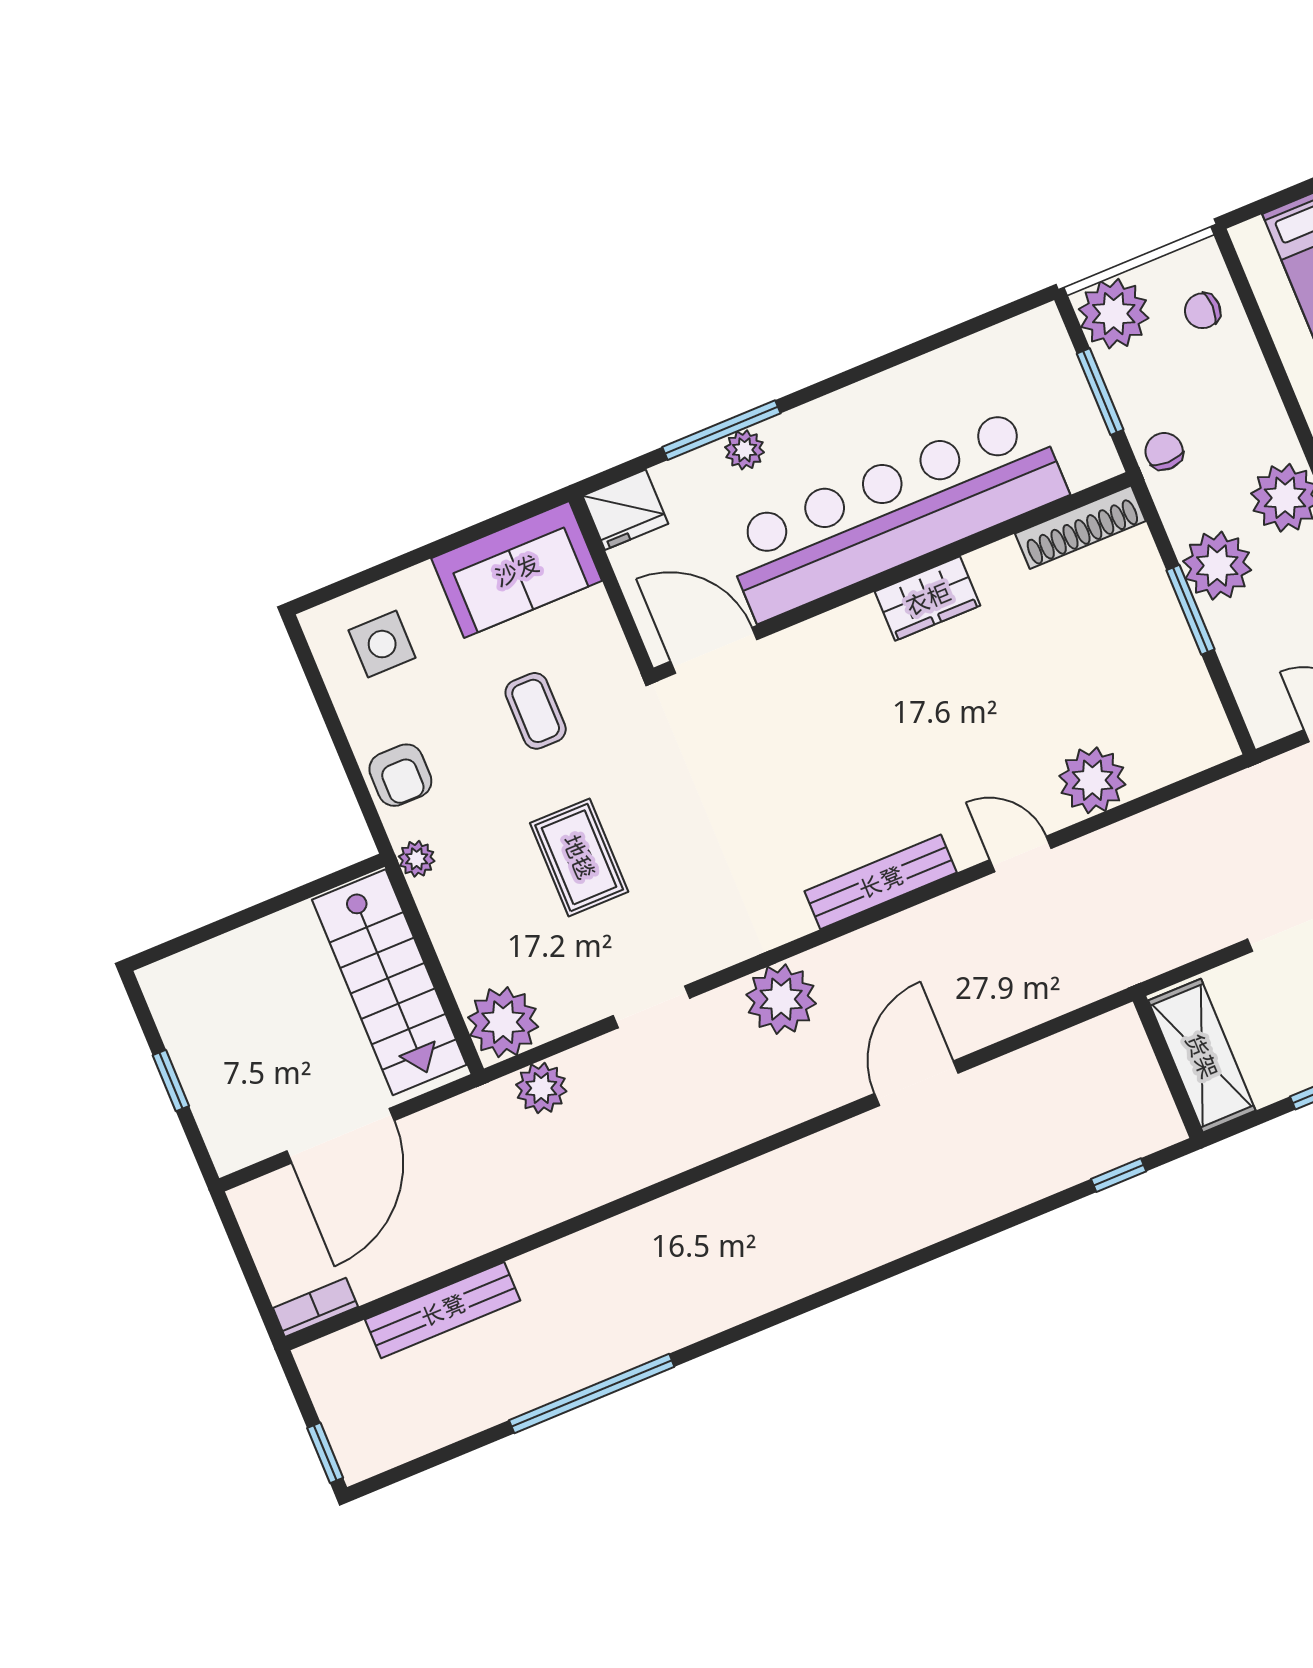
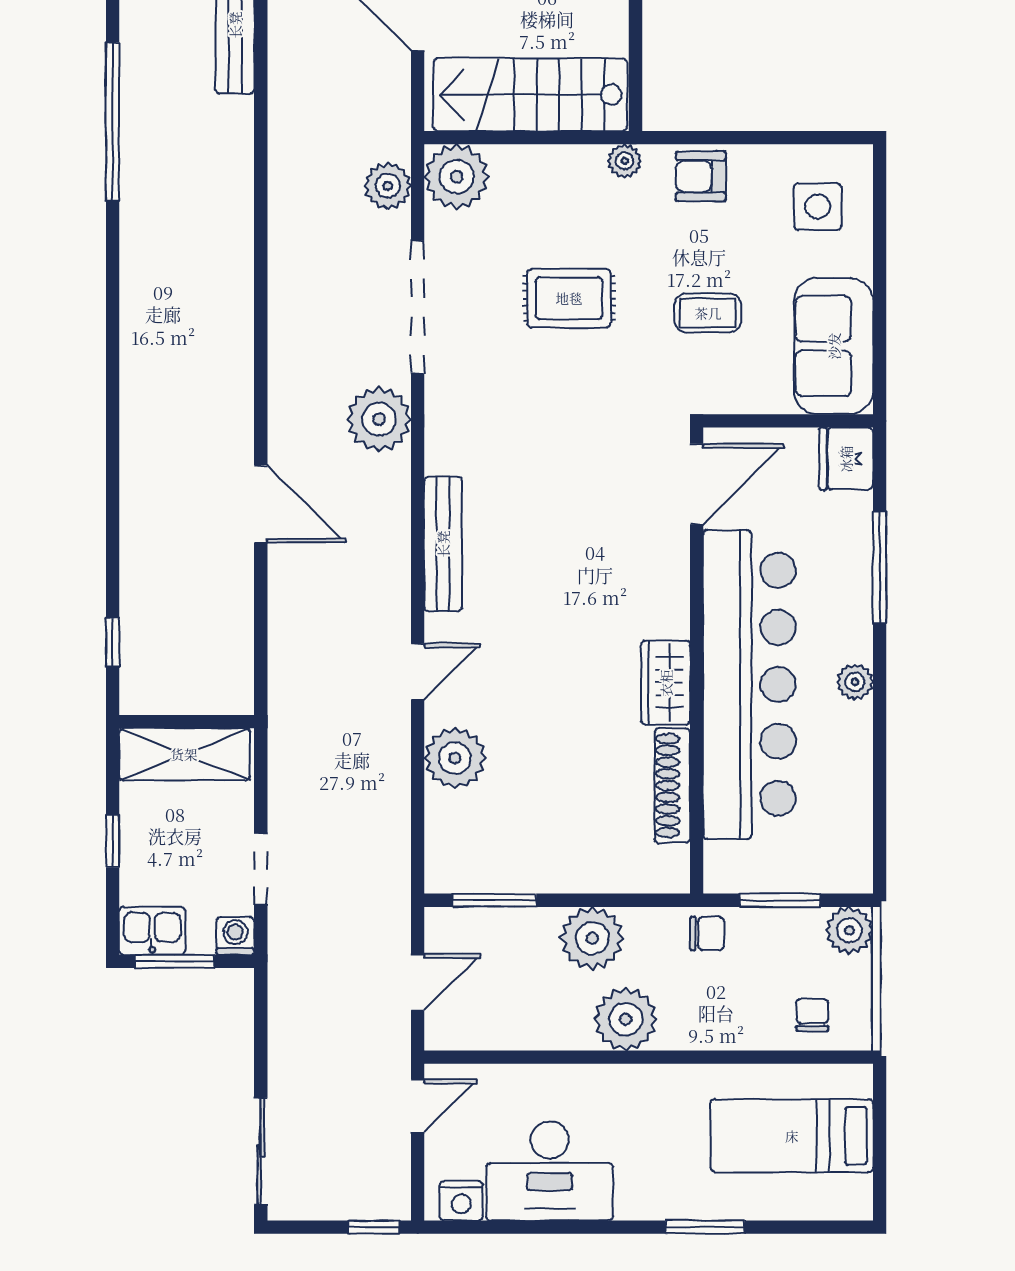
plant: (1114, 314) -> (849, 930), width x0.73, depth x0.73
plant: (745, 450) -> (855, 682), moved
shoe rack: (1080, 527) -> (672, 786), moved
window: (1190, 610) -> (494, 900), moved
doorway: (651, 1007) -> (418, 307), width x1.88

